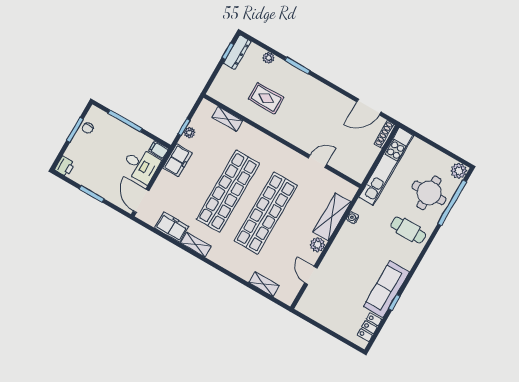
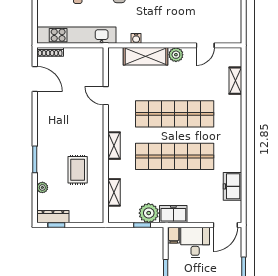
plant: (189, 133) -> (149, 213), width x1.88, depth x1.88
shelving: (196, 245) -> (114, 146), moved

